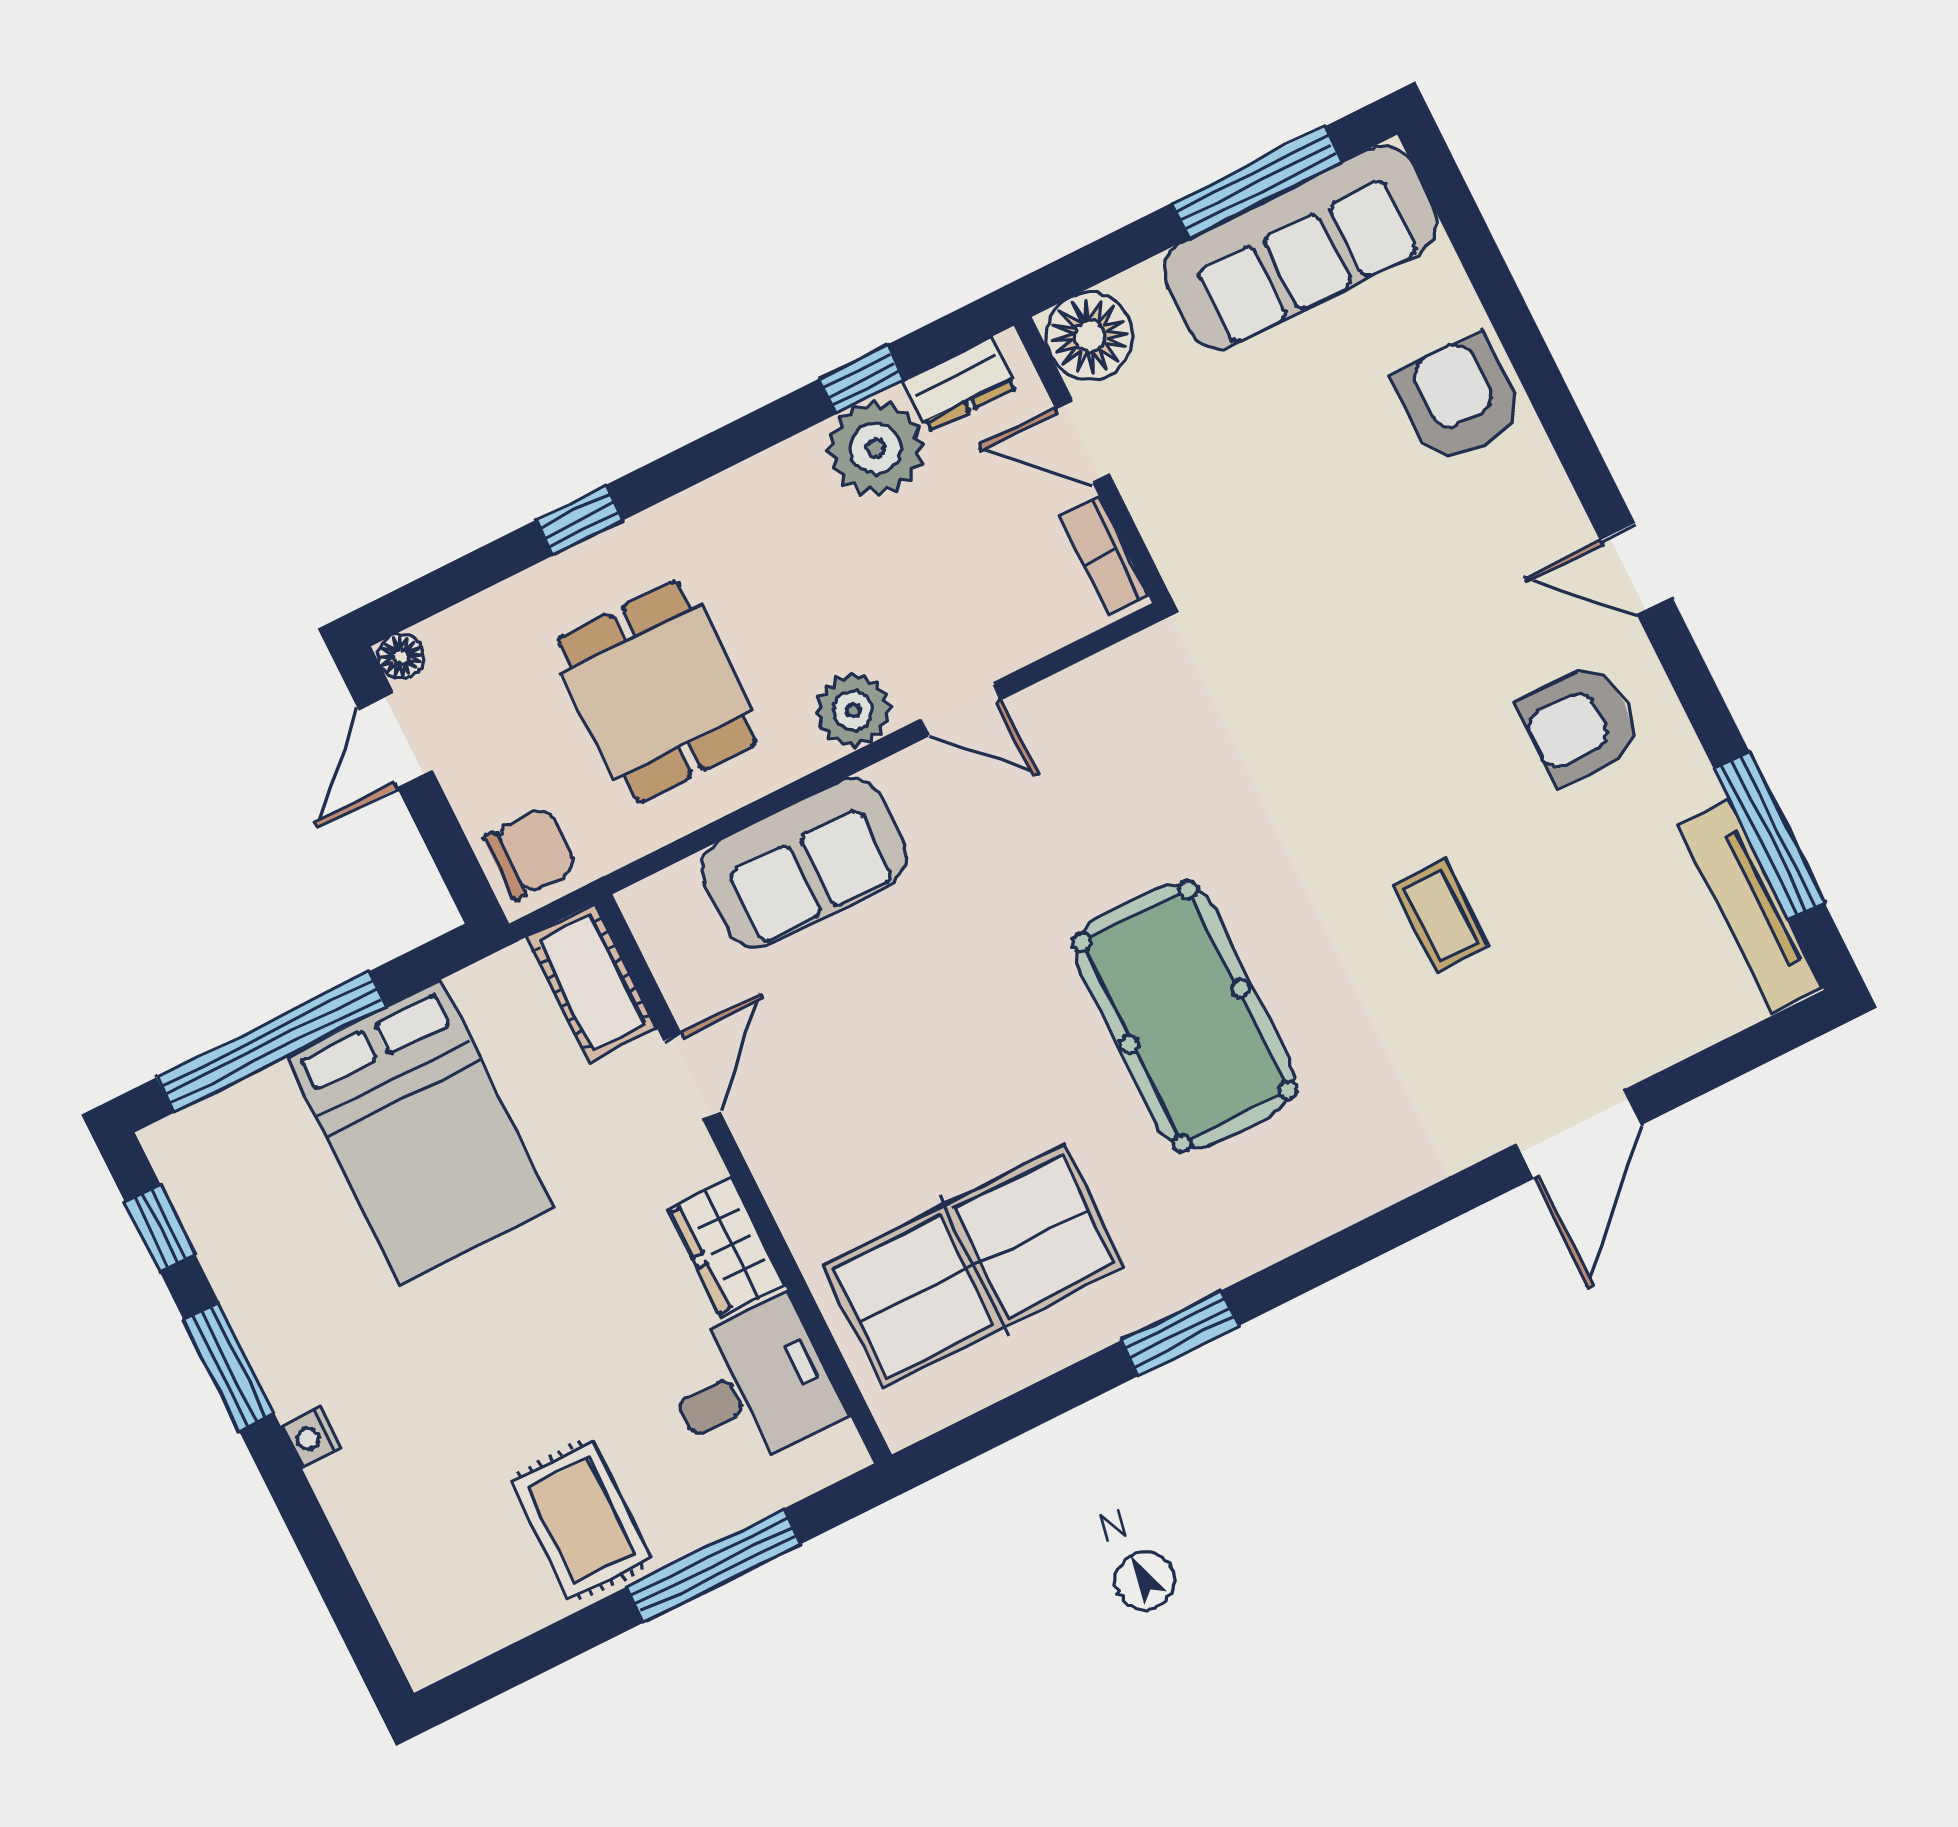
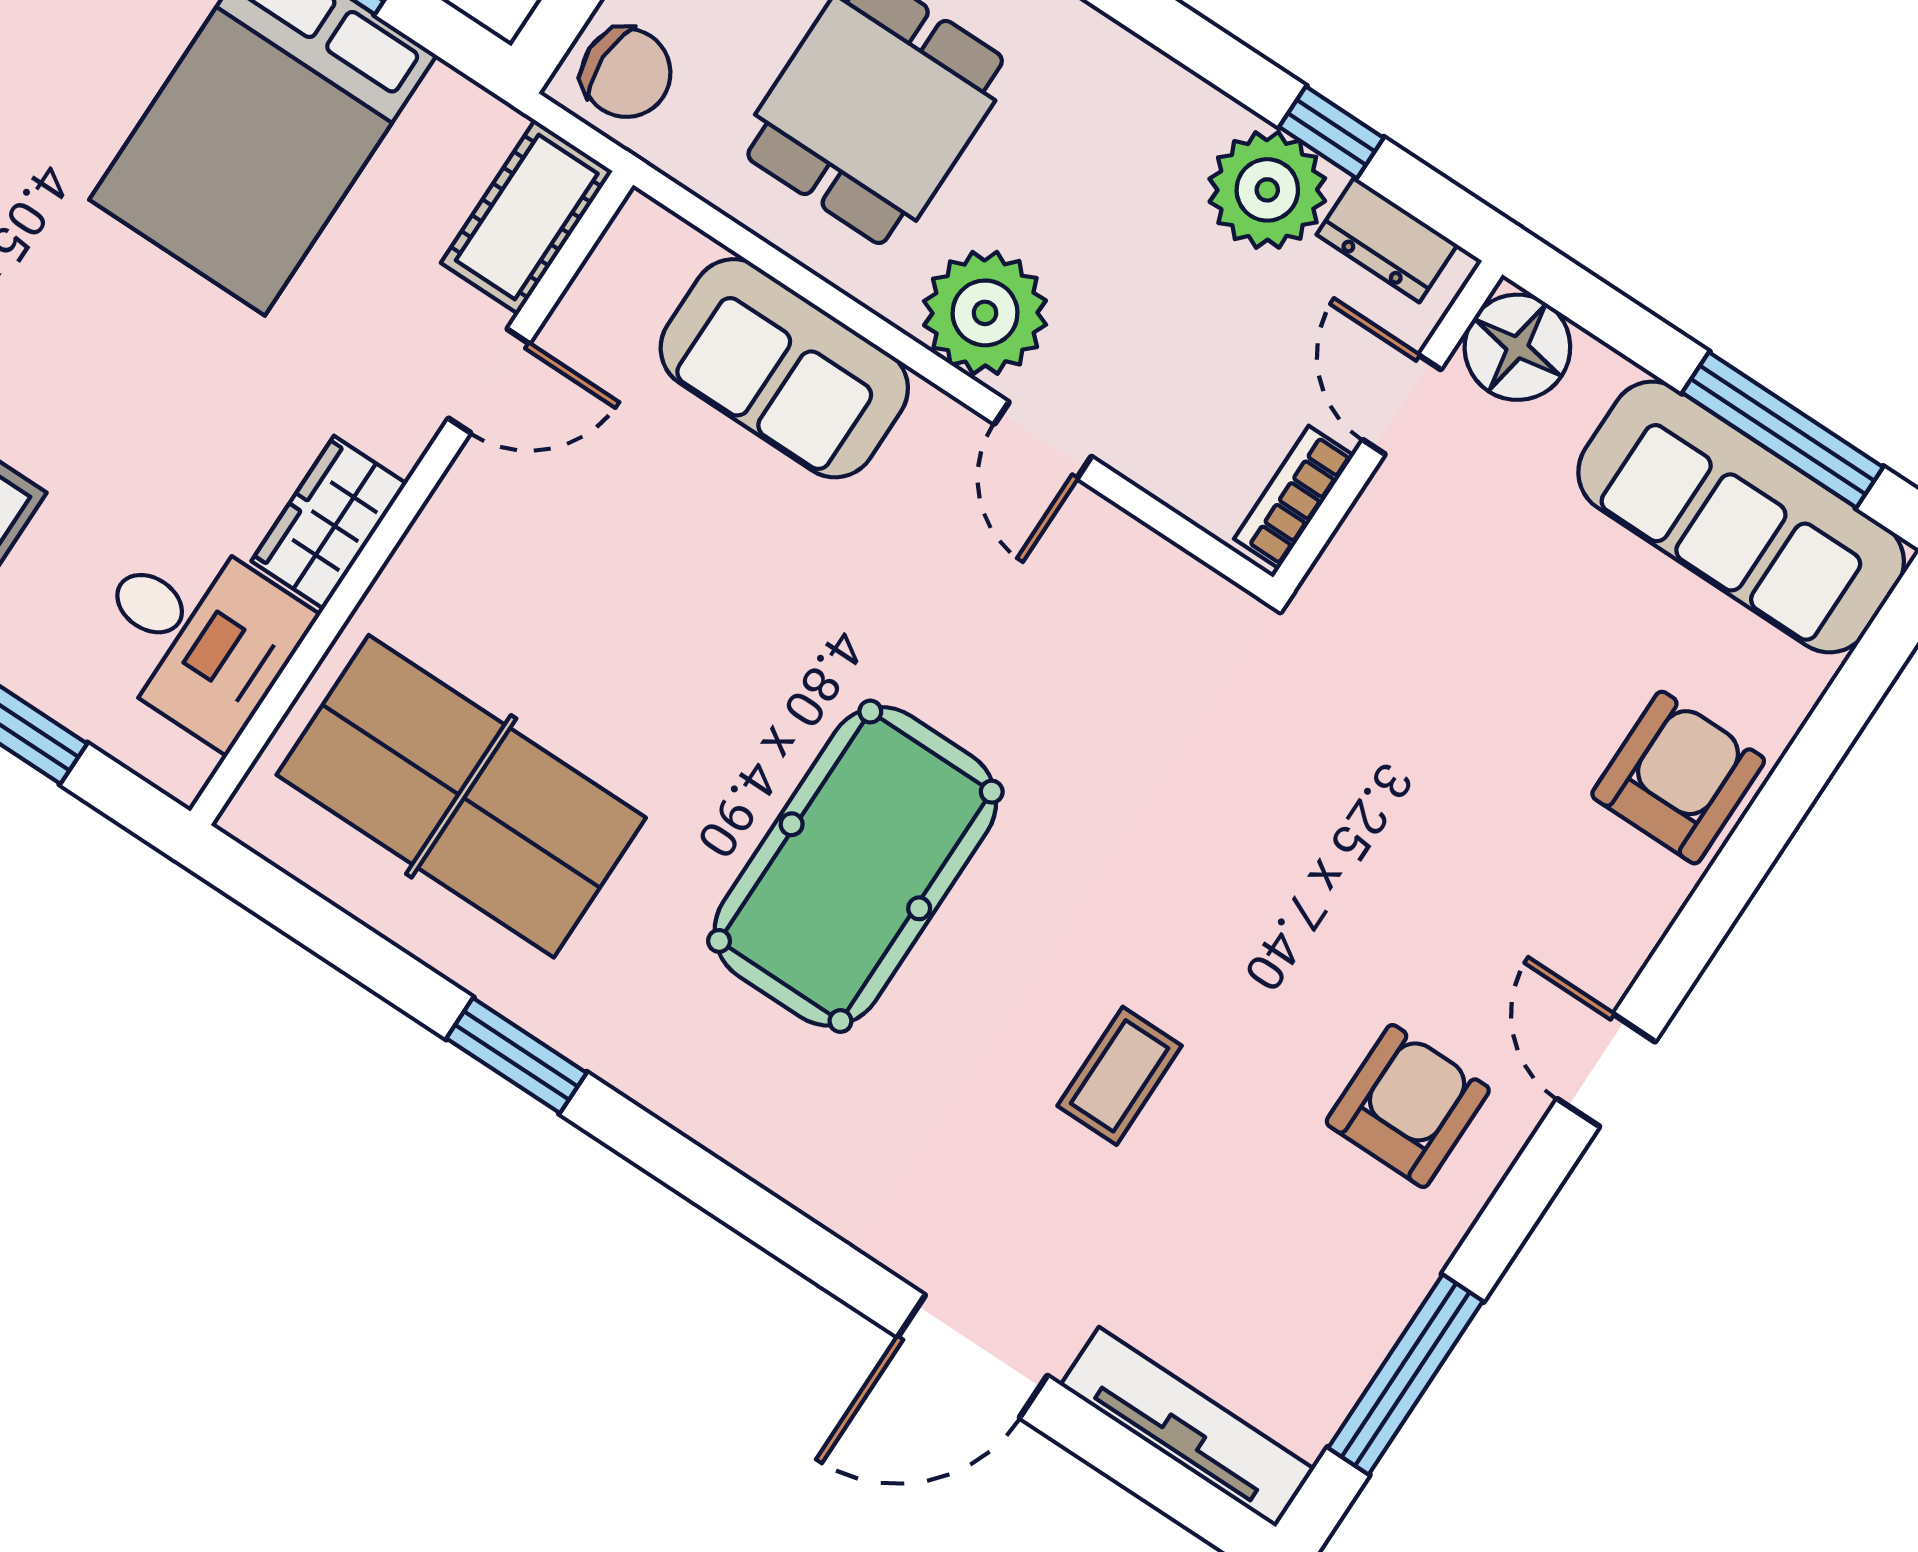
plant: (853, 710) -> (985, 313), width x1.36, depth x1.36
armchair: (1580, 724) -> (1408, 1106), turned 90
tv unit: (1750, 906) -> (1187, 1427), moved, turned 90

